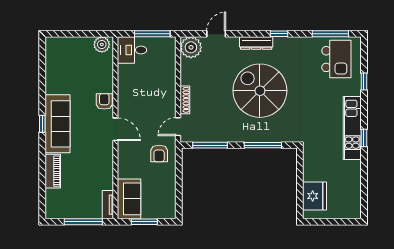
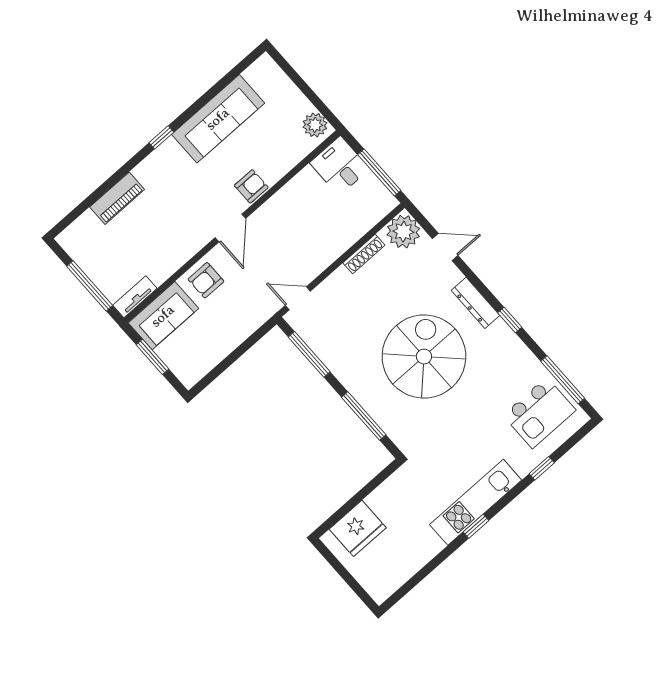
shoe rack: (185, 100) -> (364, 254), moved
sofa: (57, 124) -> (218, 119), moved
armchair: (159, 154) -> (206, 280), moved

